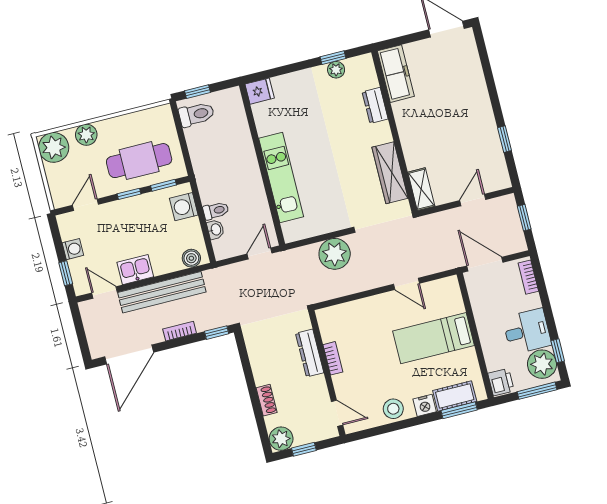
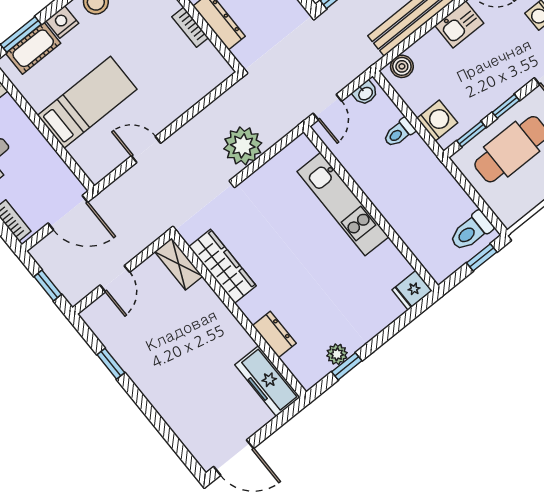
washbasin: (216, 229) -> (365, 93), moved, turned -90

